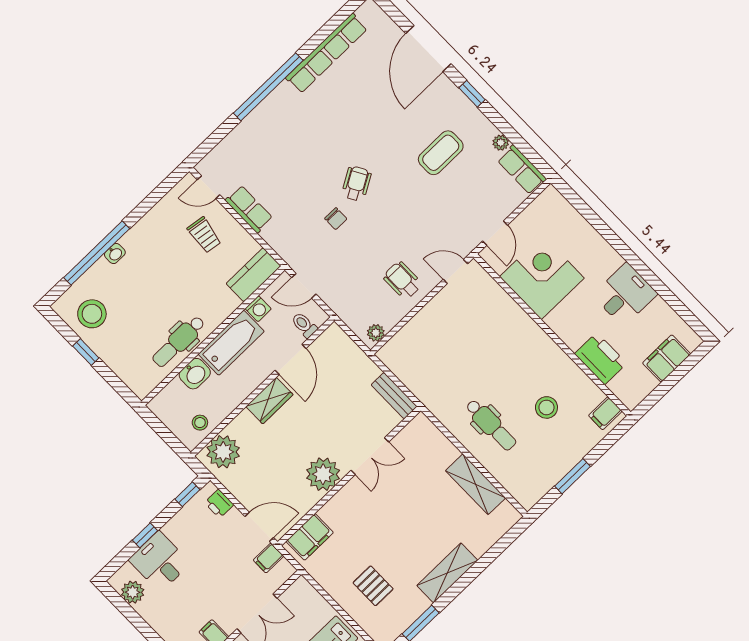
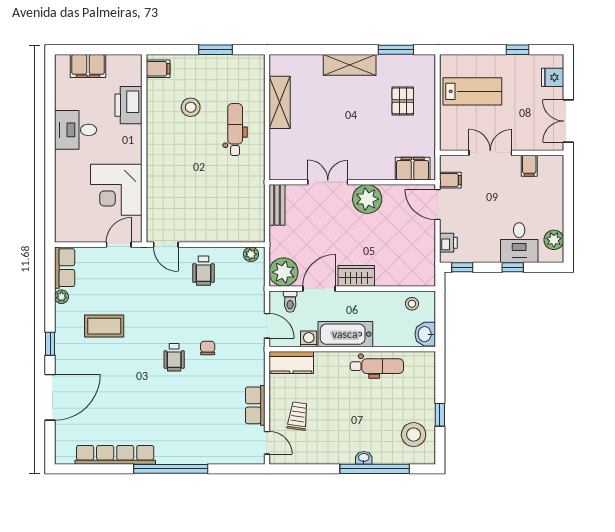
wheelchair: (356, 183) -> (174, 357), turned -60
washbasin: (195, 374) -> (425, 334), moved, turned -90
plant: (223, 452) -> (284, 272), moved

